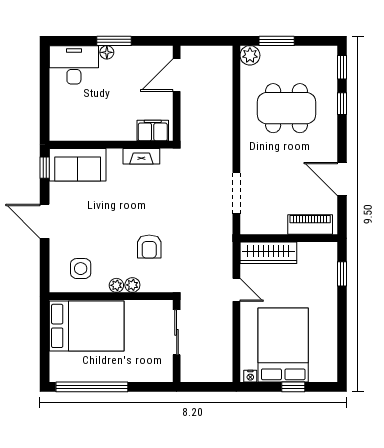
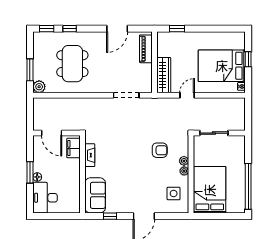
filing cabinet: (153, 130) -> (74, 148), moved
wall: (111, 145) -> (82, 174), moved
fireplace: (141, 156) -> (90, 155), moved
sofa: (78, 165) -> (95, 195), moved

